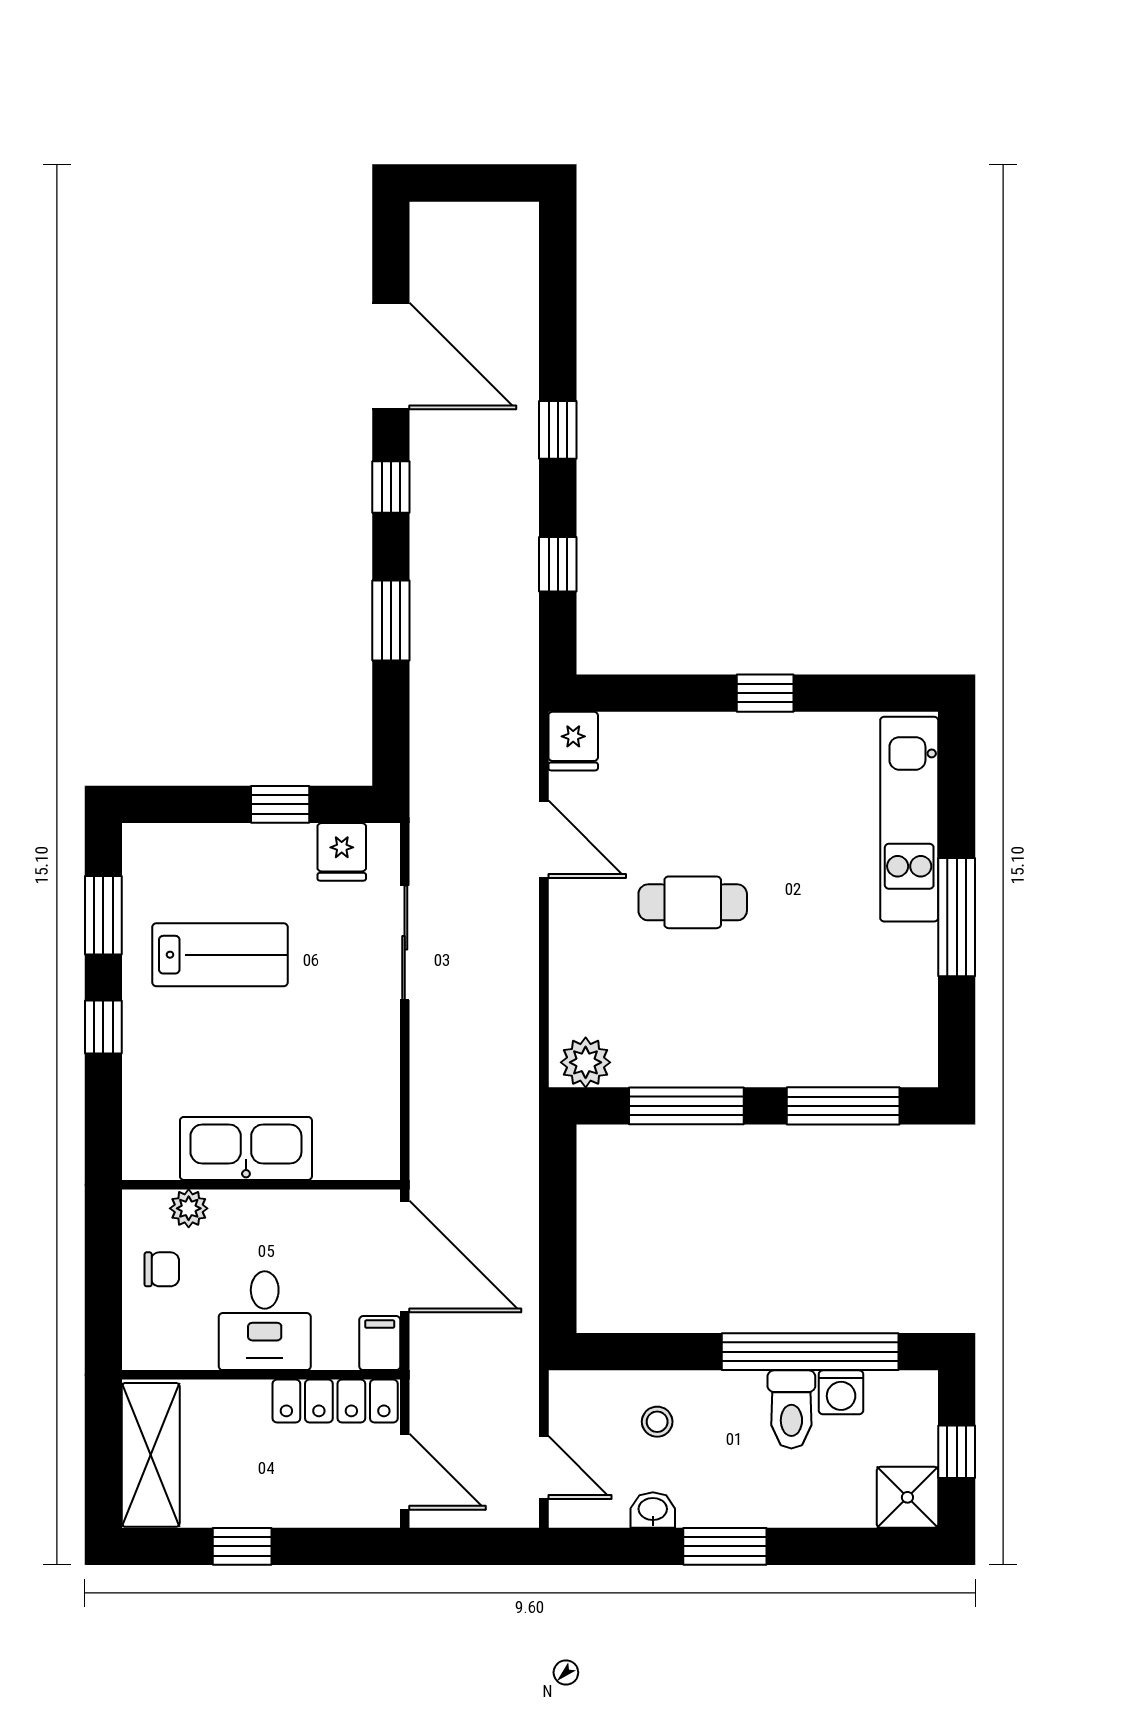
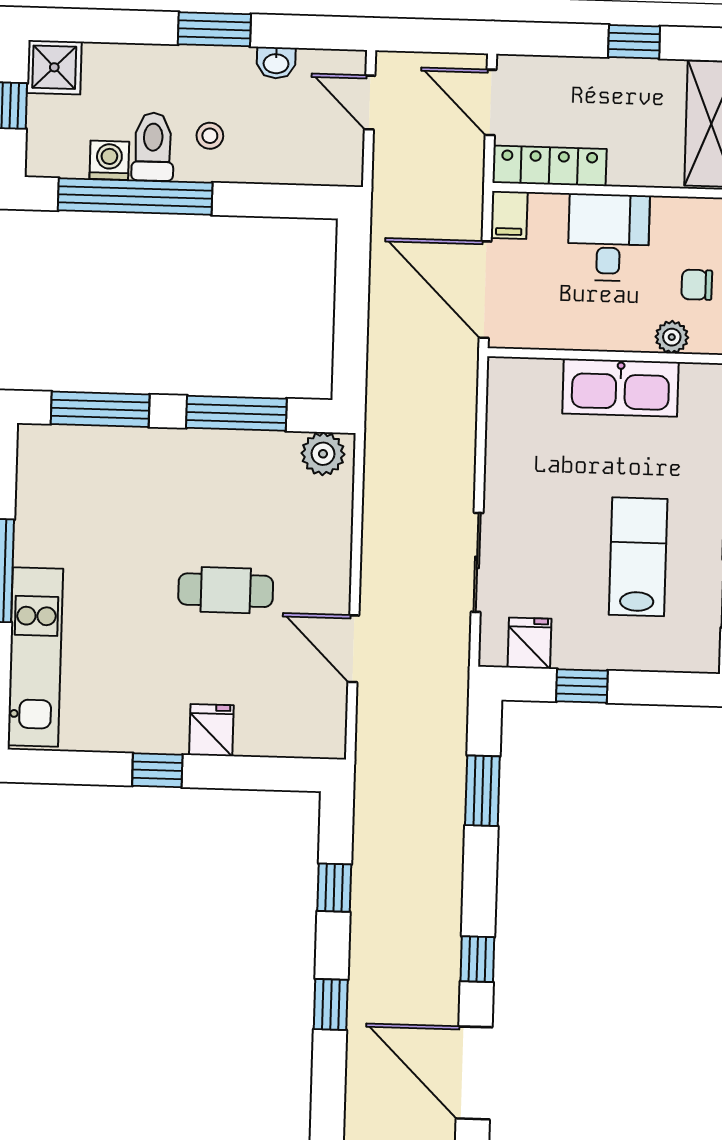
window: (391, 620) -> (482, 791), moved
fridge: (573, 741) -> (211, 730), moved
lab bench: (220, 955) -> (638, 557), turned 90
stool: (657, 1422) -> (210, 136), moved

